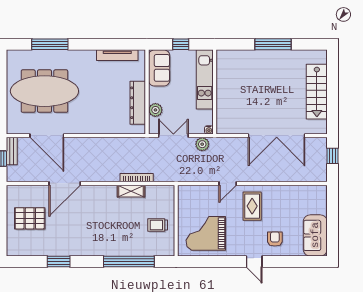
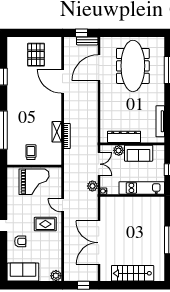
sofa: (159, 68) -> (139, 153), moved
plant: (320, 192) -> (56, 276), added
grand piano: (206, 233) -> (34, 182), moved, turned 90

